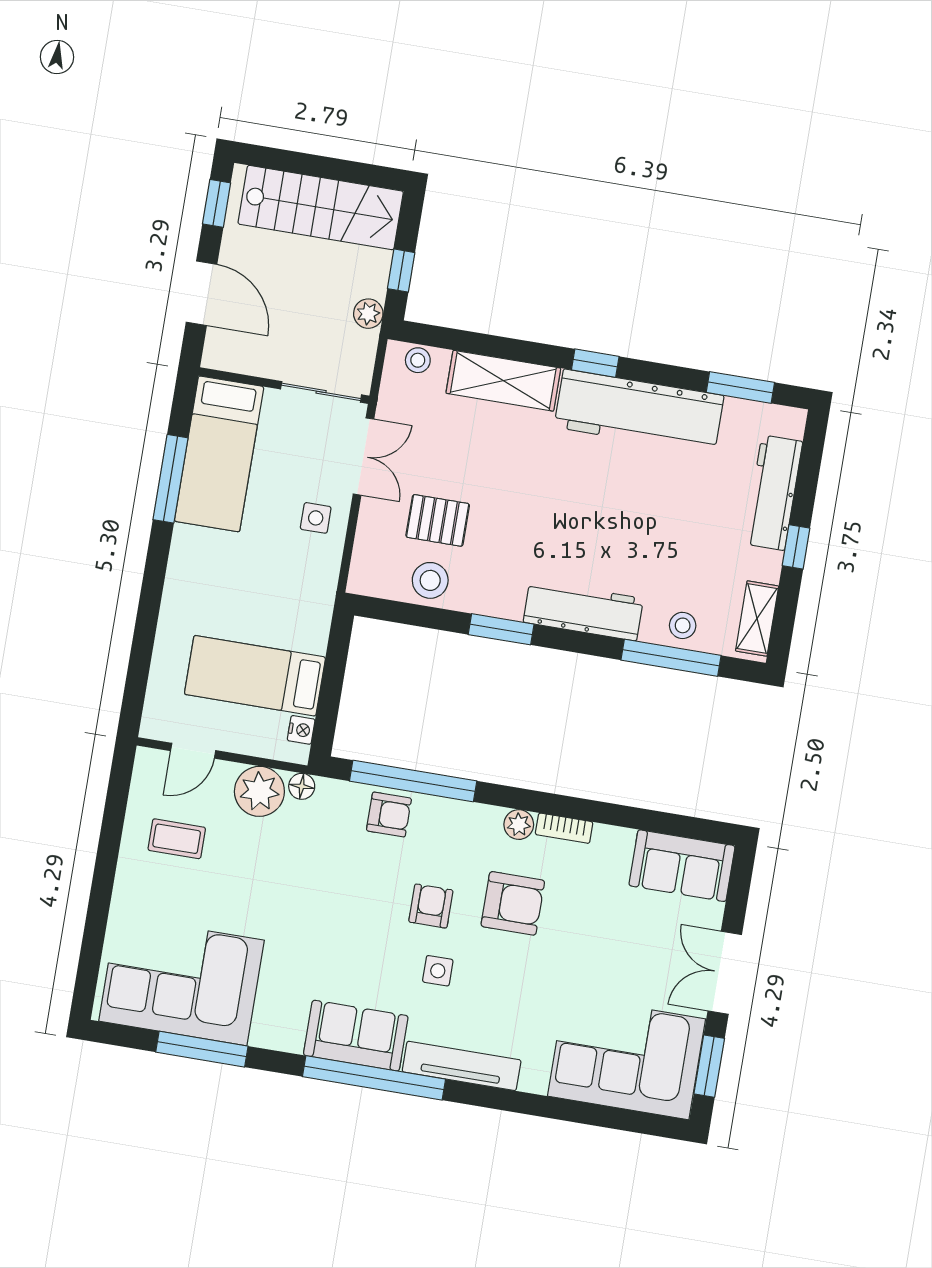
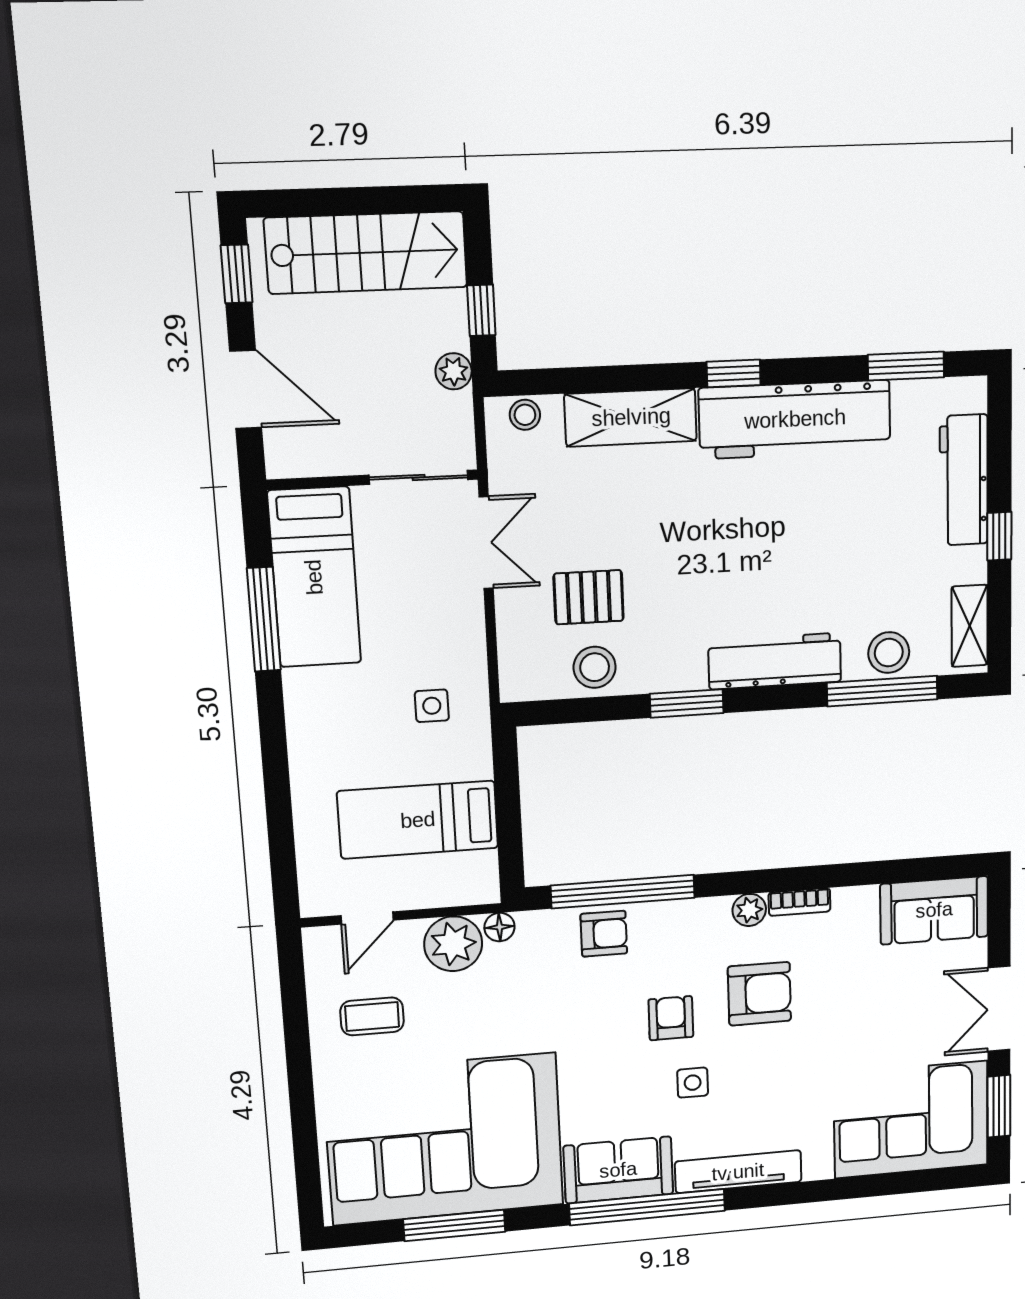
side table: (316, 518) -> (432, 706), moved
stool: (683, 625) -> (889, 653), width x1.37, depth x1.37
nightstand: (301, 730) -> (485, 866), removed
corner sofa: (182, 981) -> (444, 1139), width x1.36, depth x1.36

